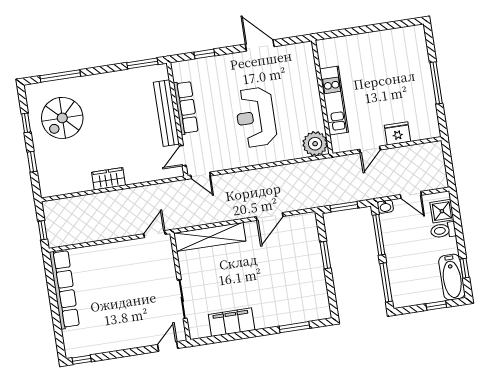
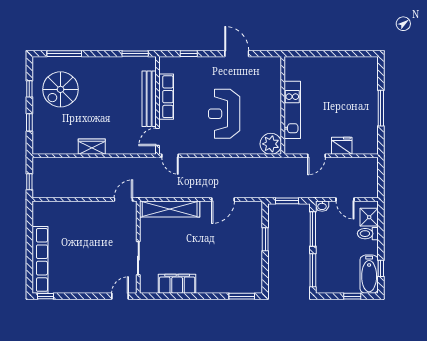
row of seats: (64, 289) -> (40, 260), moved
window: (294, 327) -> (242, 296), moved

